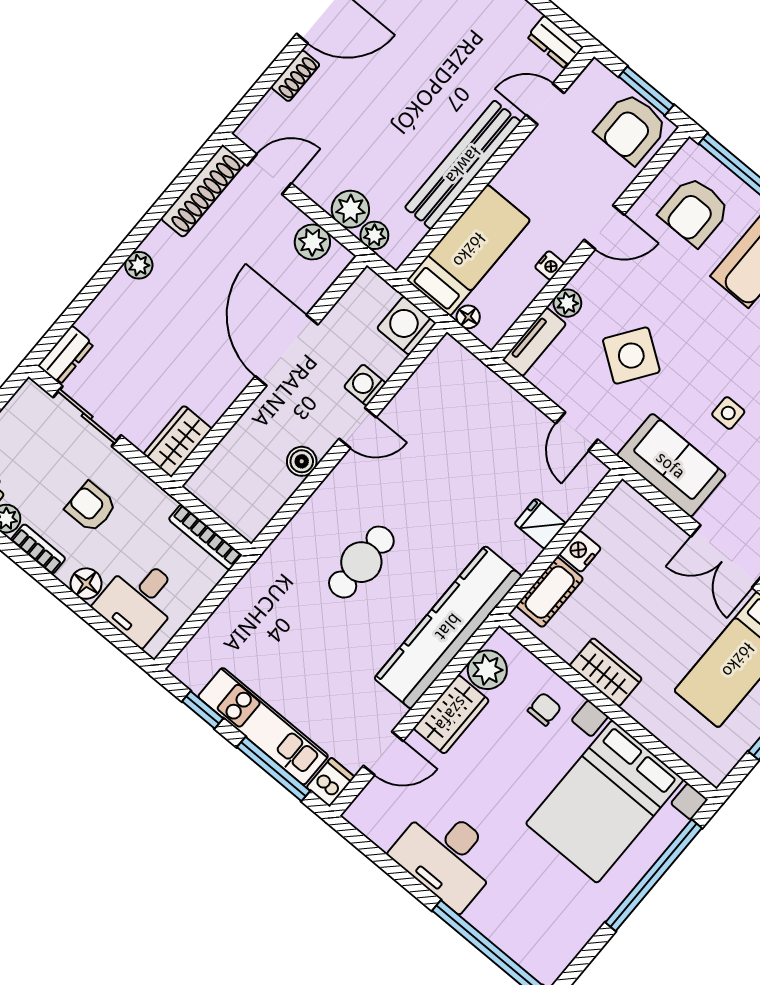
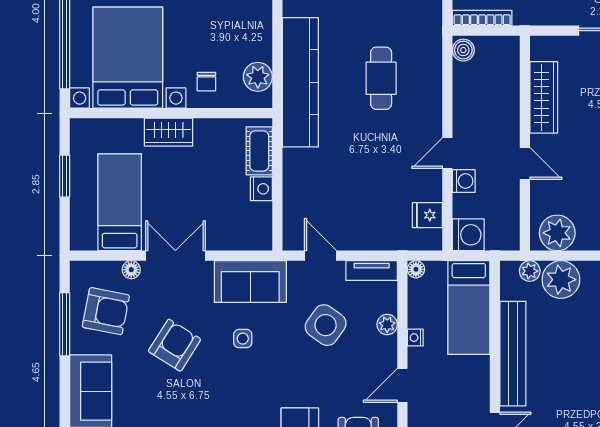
plant: (350, 209) -> (561, 280), width x1.36, depth x1.36
plant: (312, 242) -> (557, 233), width x1.36, depth x1.36
floor lamp: (468, 317) -> (416, 269), moved
tv unit: (534, 342) -> (372, 271), moved, turned -90
door: (287, 350) -> (525, 163), width x0.53
wardrobe: (178, 441) -> (544, 97), moved, width x1.50
boiler: (302, 461) -> (463, 50), moved
fridge: (540, 524) -> (427, 215), moved, turned 180
wardrobe: (606, 672) -> (168, 132), moved
wardrobe: (451, 714) -> (257, 34), removed

